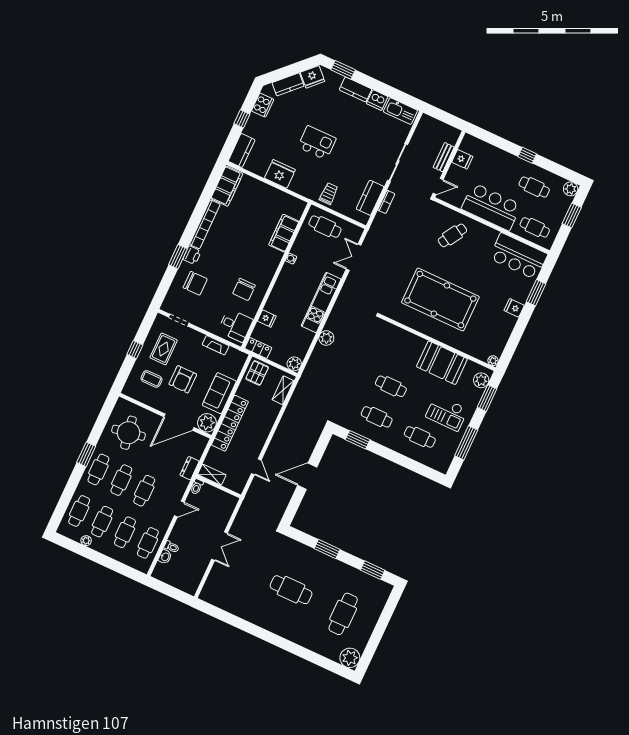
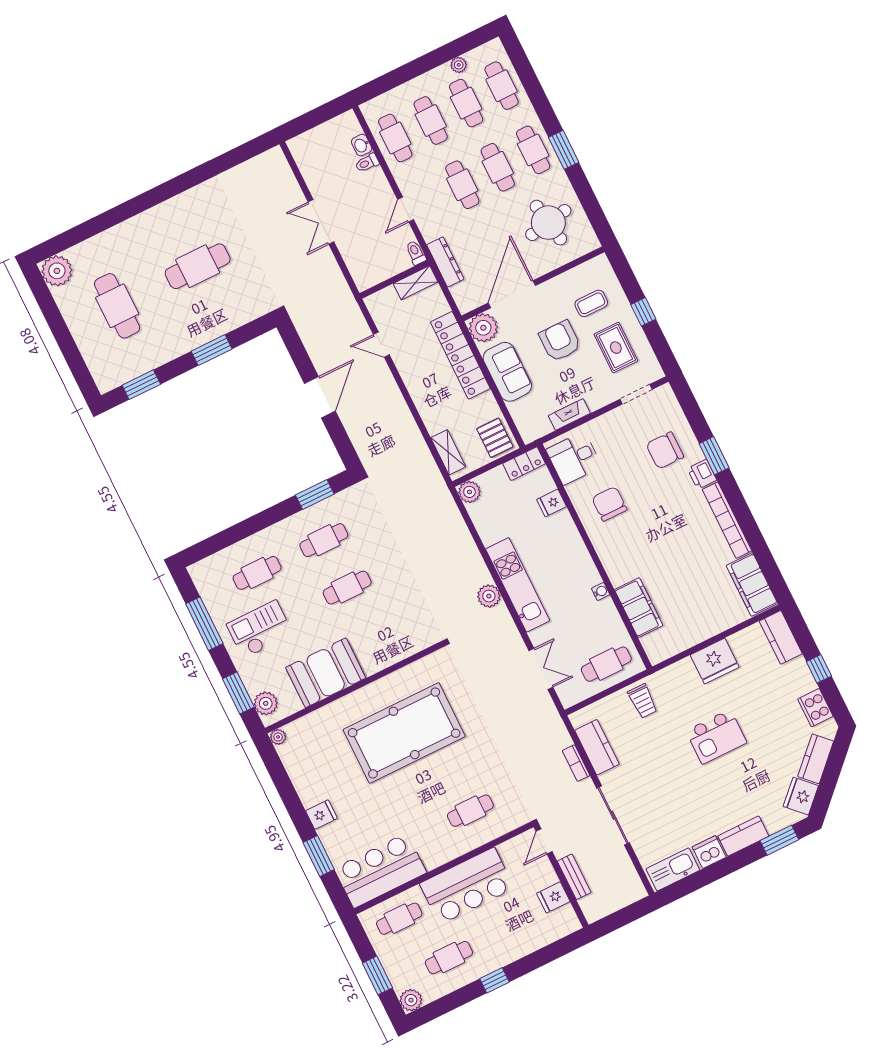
cafe table: (452, 235) -> (470, 811), turned 59
plant: (326, 338) -> (489, 596), moved
dresser: (190, 468) -> (445, 262), width x1.44

